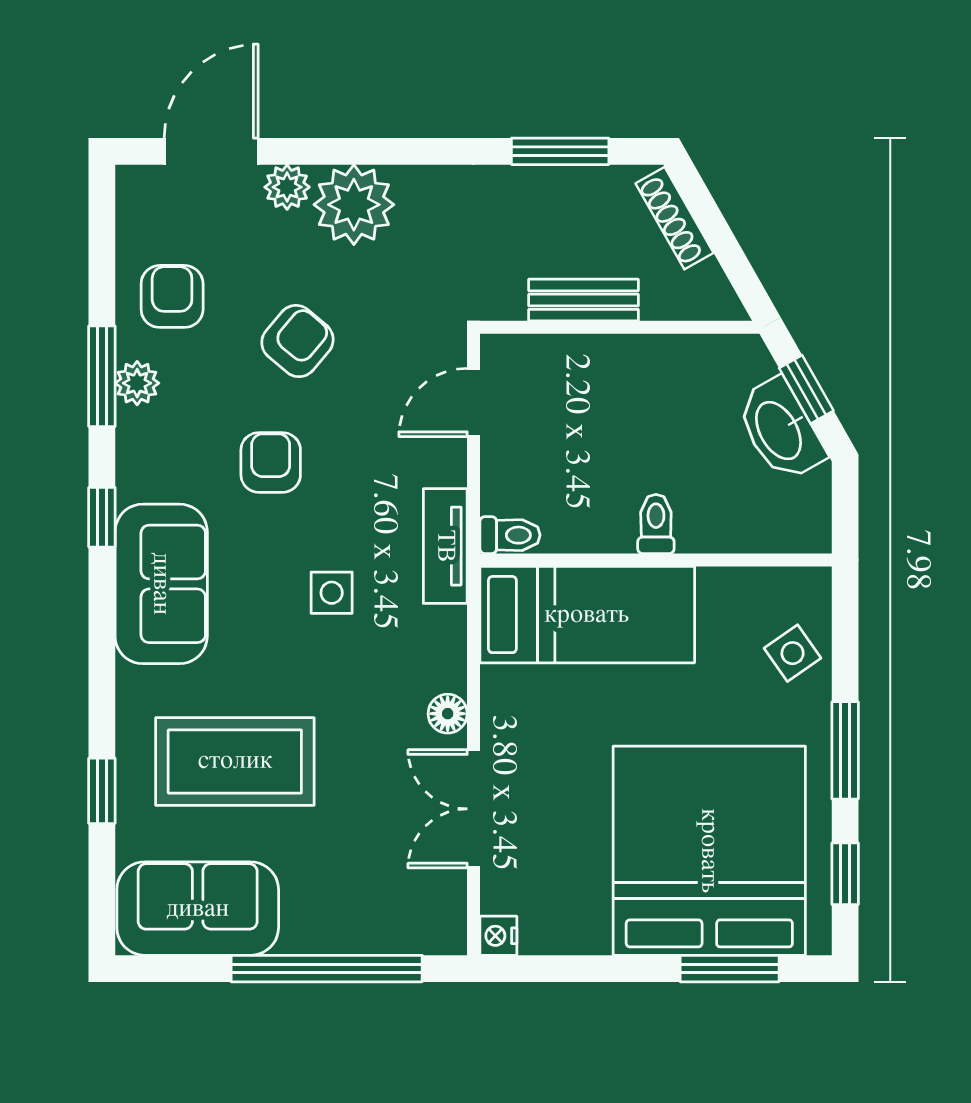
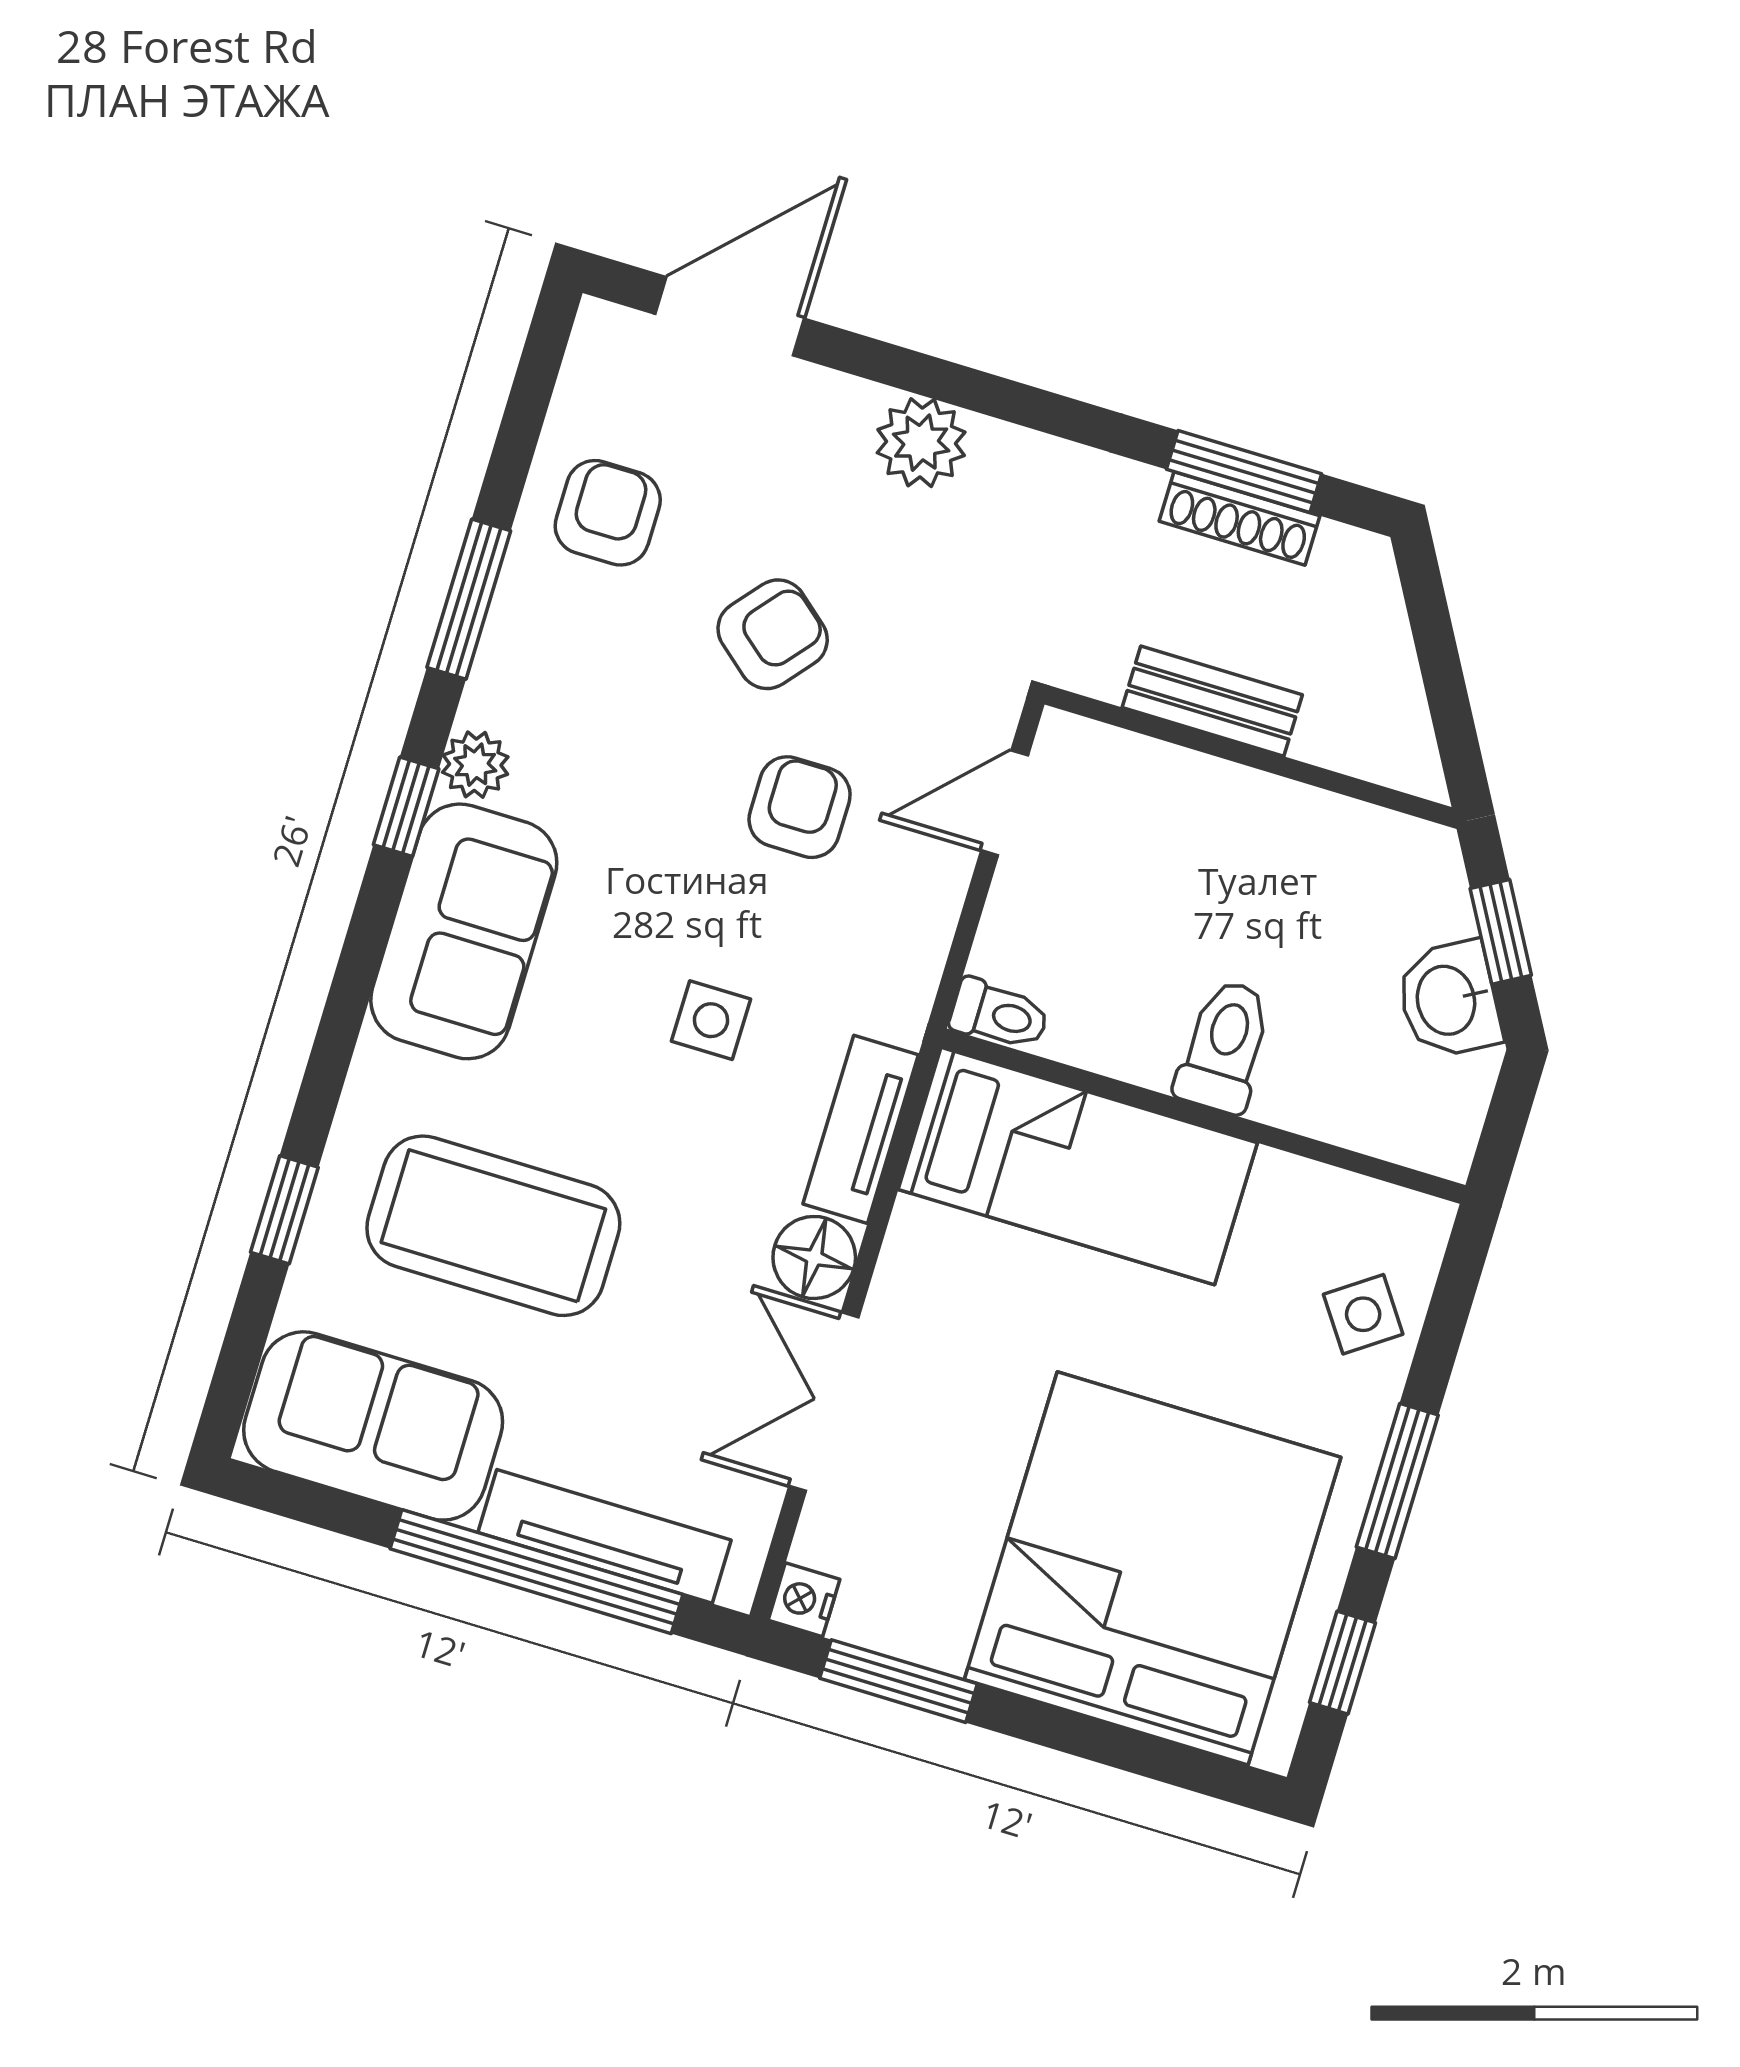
plant: (287, 187) -> (826, 403), removed
plant: (354, 205) -> (921, 443), width x0.73, depth x0.73
shoe rack: (675, 218) -> (1240, 518), moved, turned -60
plant: (137, 383) -> (475, 765), moved
washbasin: (780, 430) -> (1449, 1000), width x0.72
armchair: (271, 462) -> (800, 807), moved
toilet: (656, 524) -> (1224, 1046), width x1.37, depth x1.39
tv unit: (445, 546) -> (861, 1129), moved
floor lamp: (448, 714) -> (814, 1257), width x1.37, depth x1.37
tv unit: (362, 934) -> (604, 1536), added
window: (730, 969) -> (898, 1681), moved

